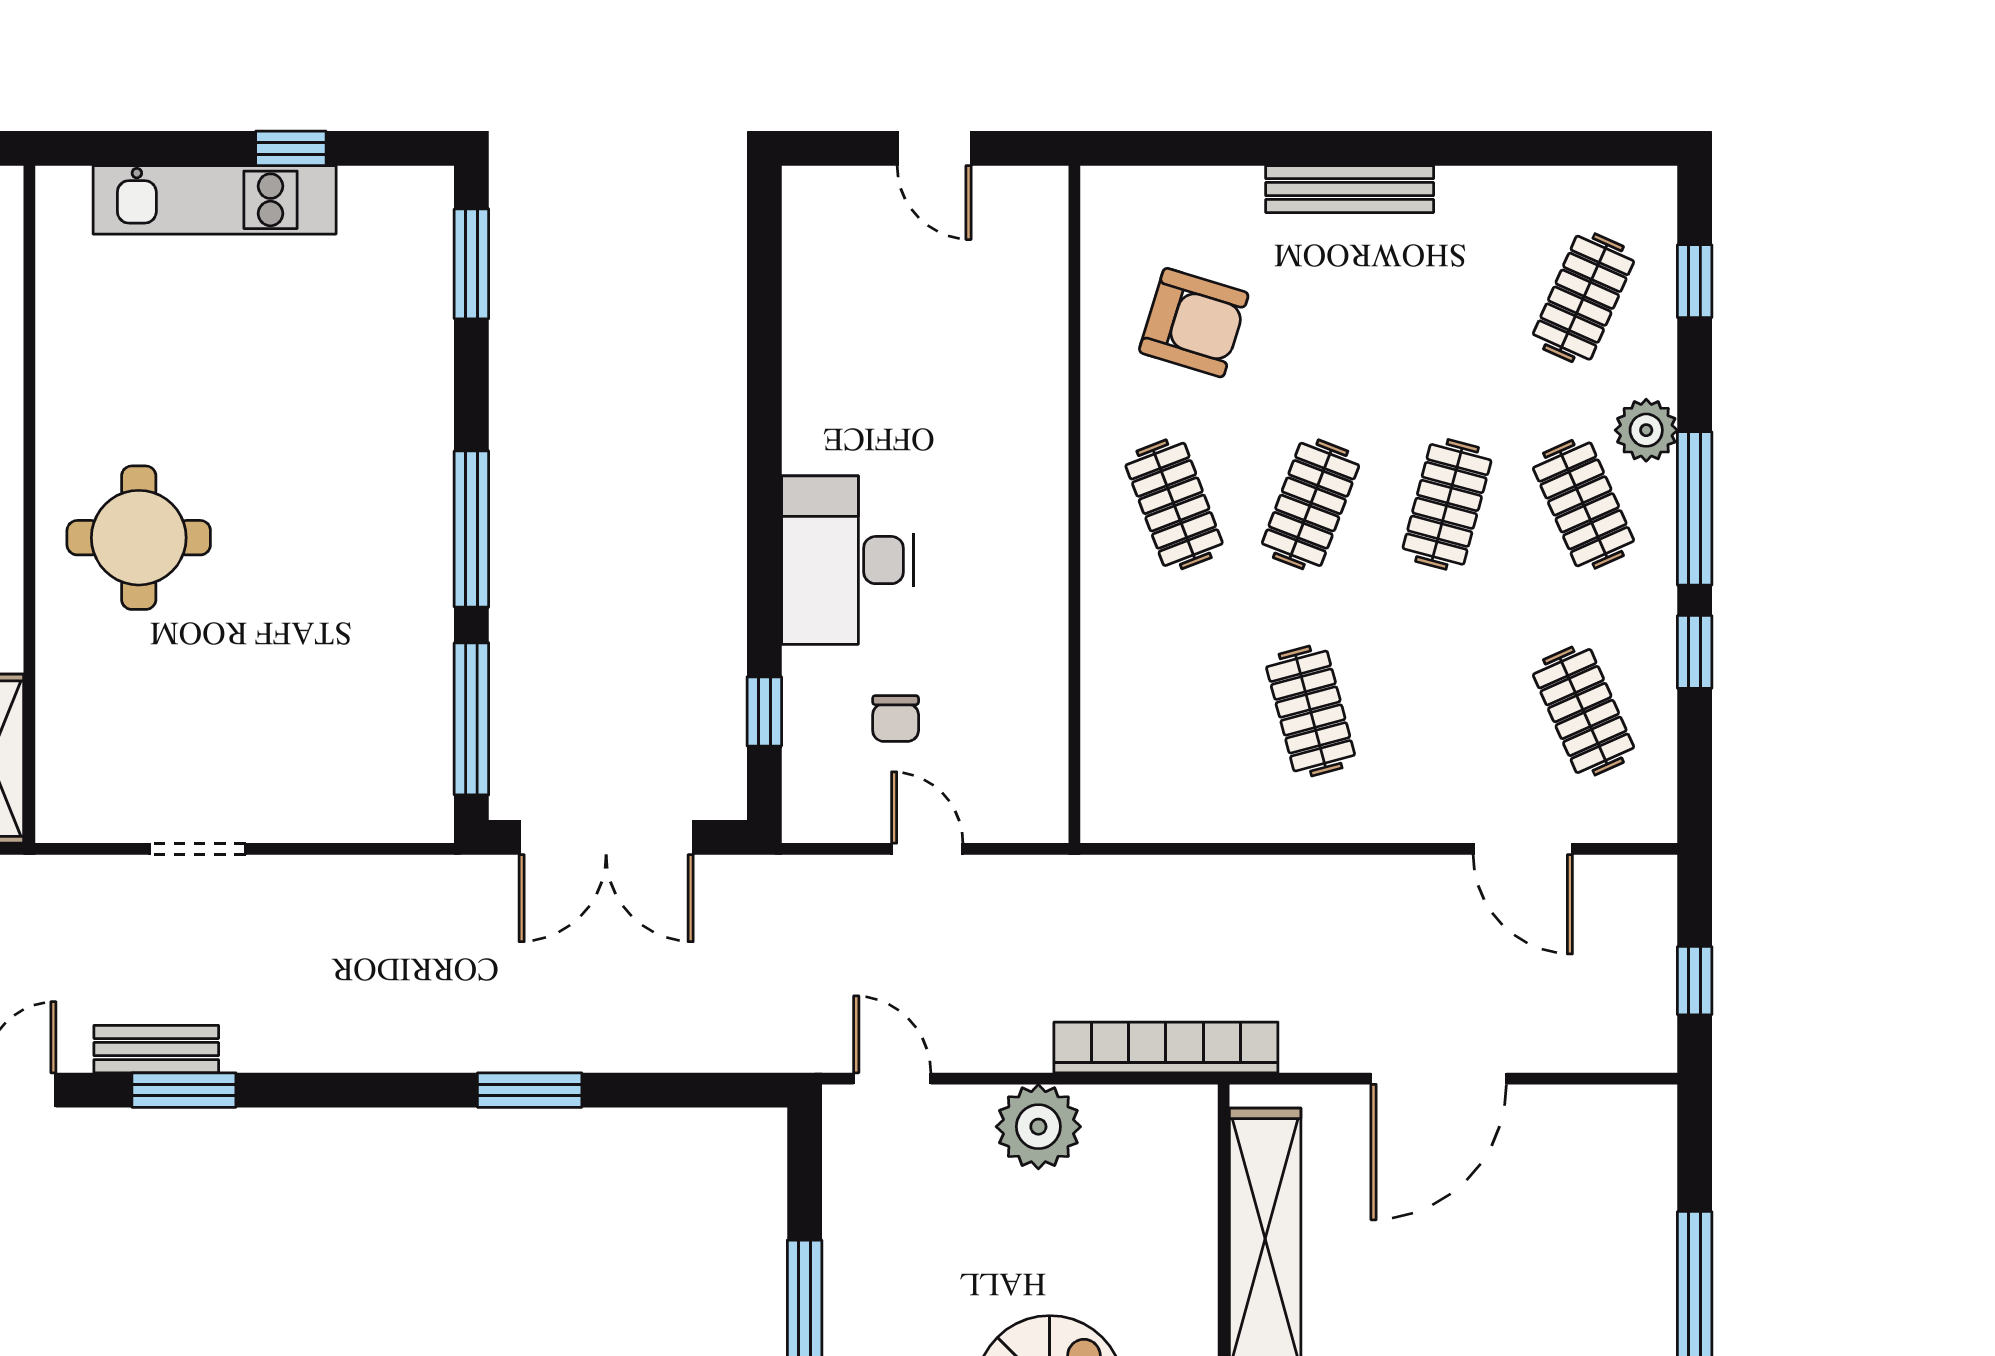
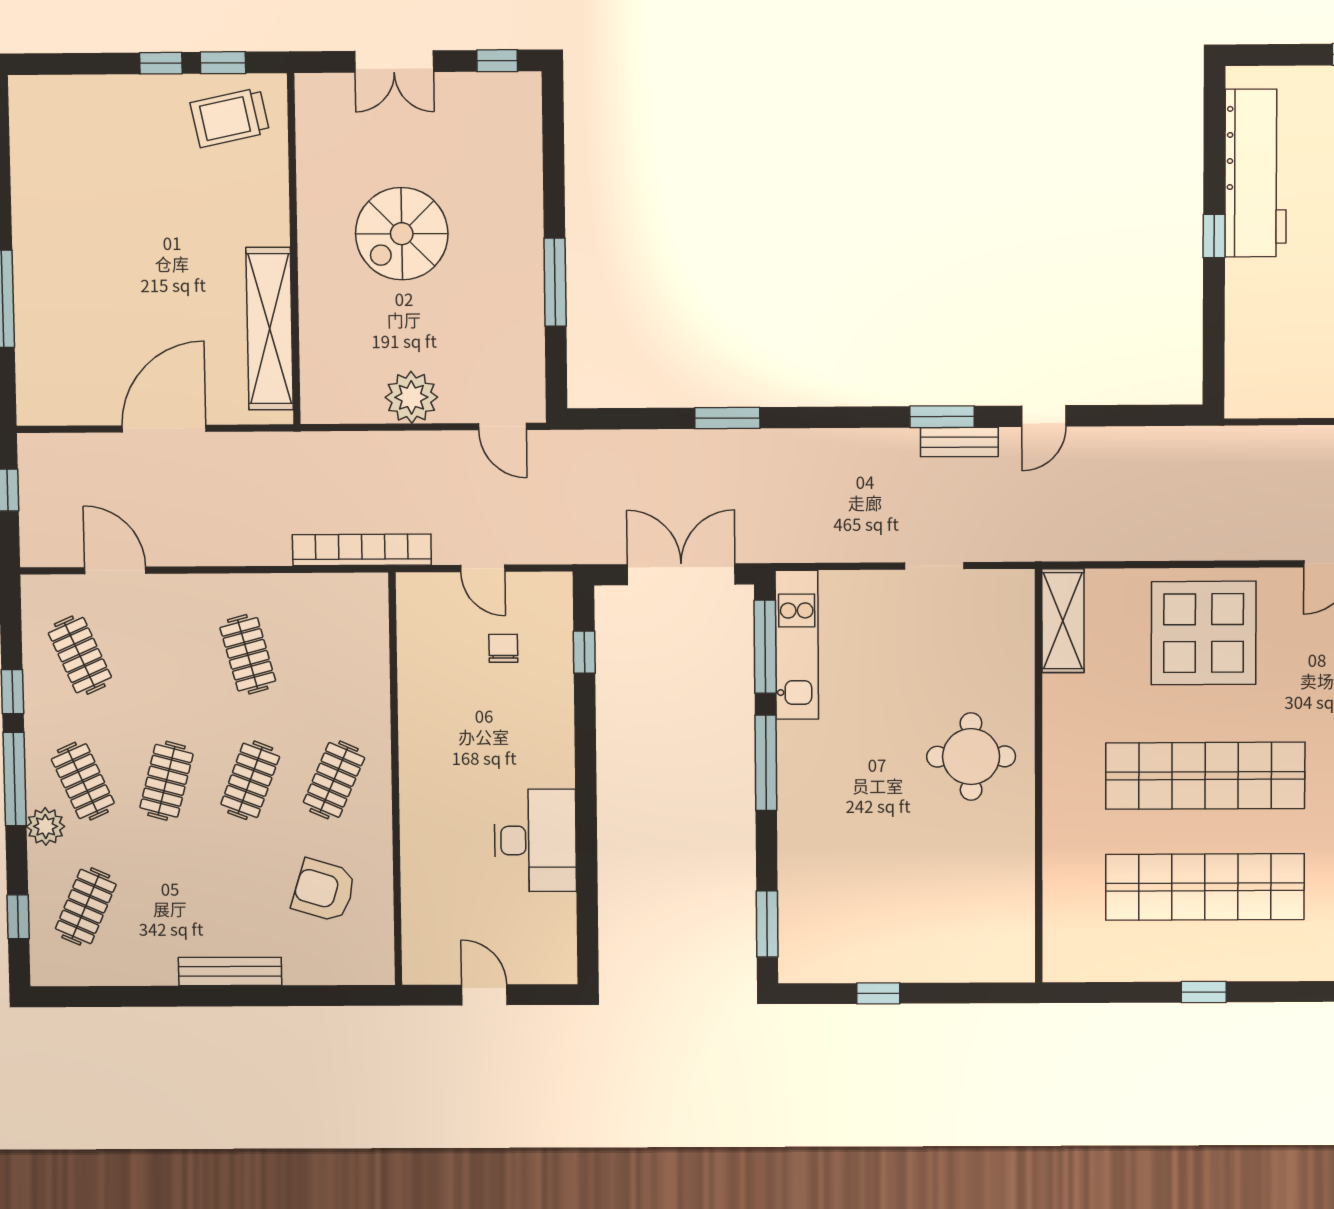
kitchen unit: (215, 200) -> (797, 645), moved, turned 90
clothes rail: (1174, 504) -> (334, 780), turned 45
desk: (848, 560) -> (535, 840), moved
bookcase: (1166, 1047) -> (362, 550), moved, turned 180

